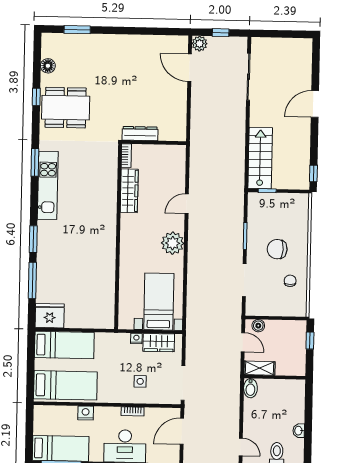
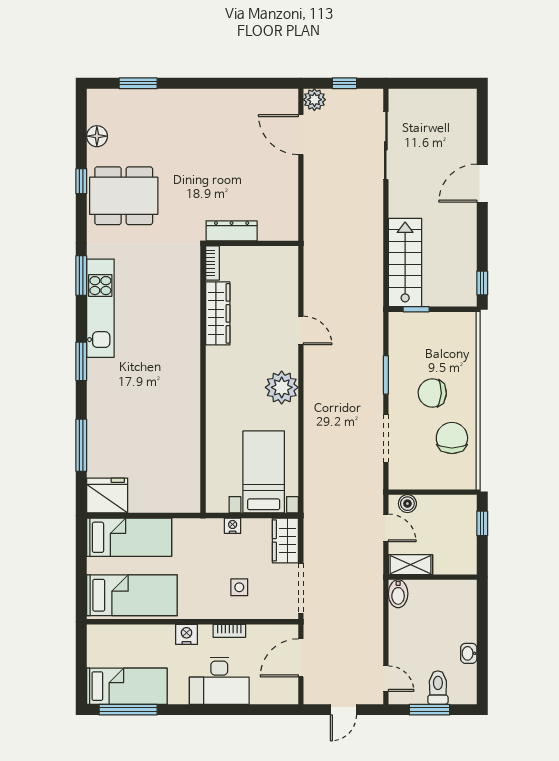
door: (187, 204) -> (301, 330), swing flipped
window: (33, 239) -> (81, 361), moved
chair: (290, 281) -> (452, 438), width x1.87, depth x1.87
wardrobe: (159, 343) -> (285, 540), moved, turned 90
nightstand: (86, 413) -> (187, 634), moved

